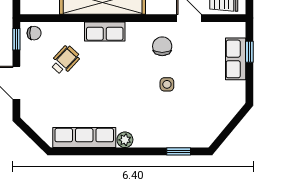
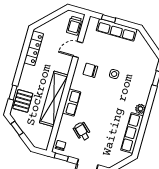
row of seats: (236, 59) -> (117, 30), width x1.48

